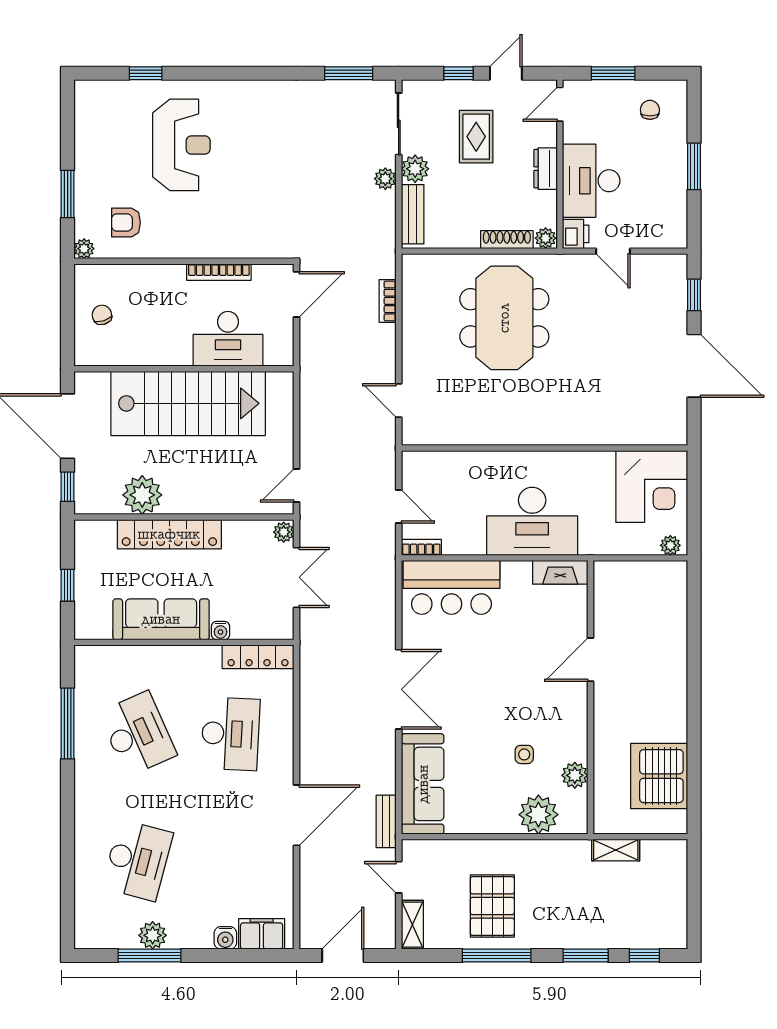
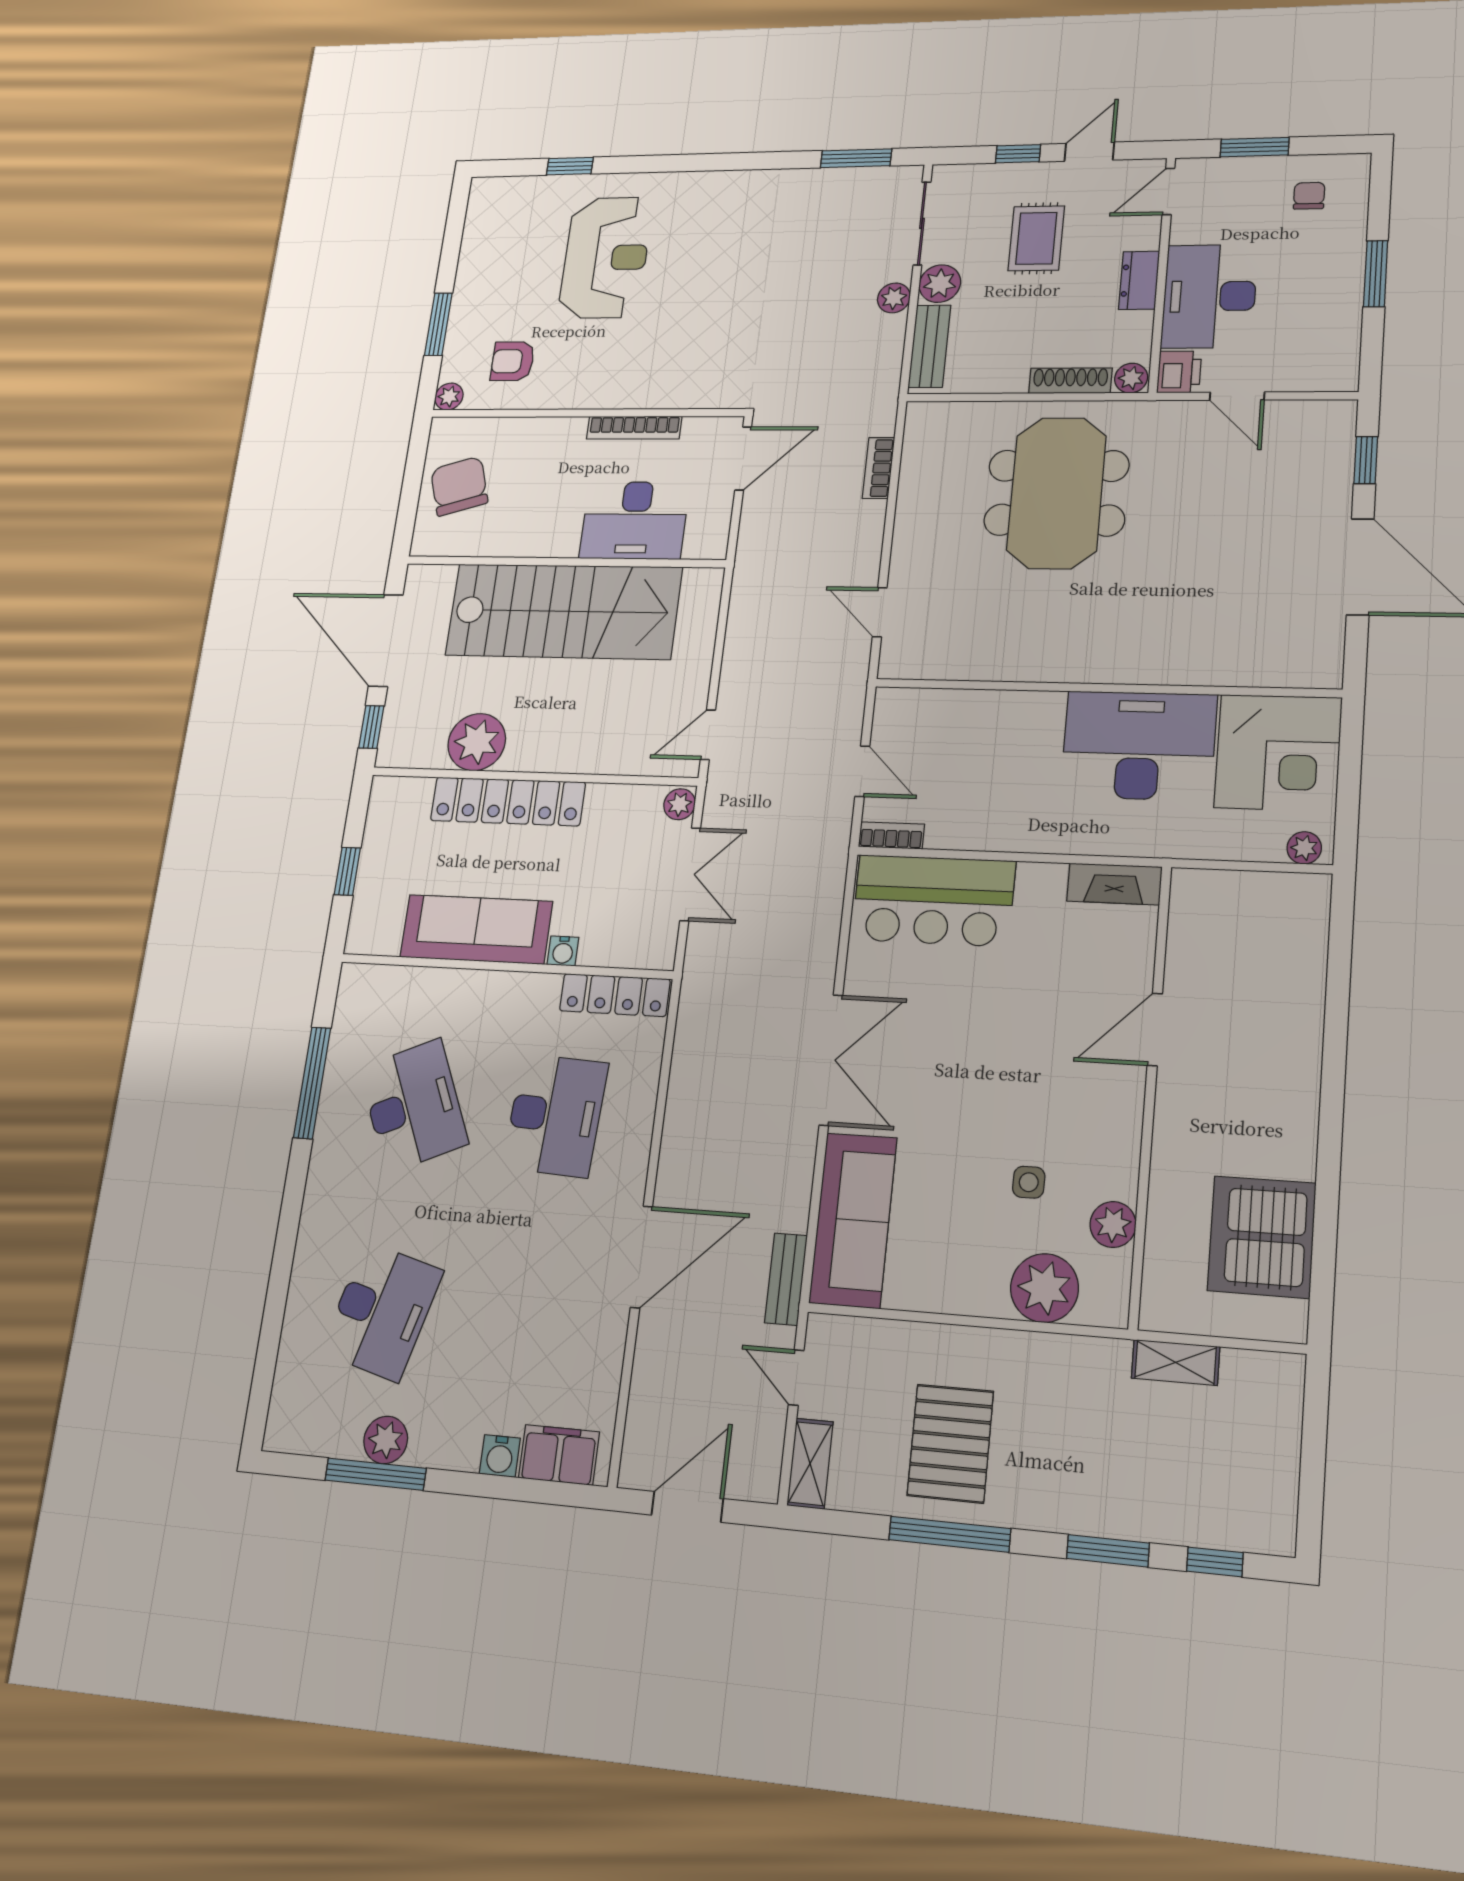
chair: (102, 315) -> (459, 486), width x1.87, depth x1.87
desk: (532, 521) -> (1139, 746), moved, turned 180

